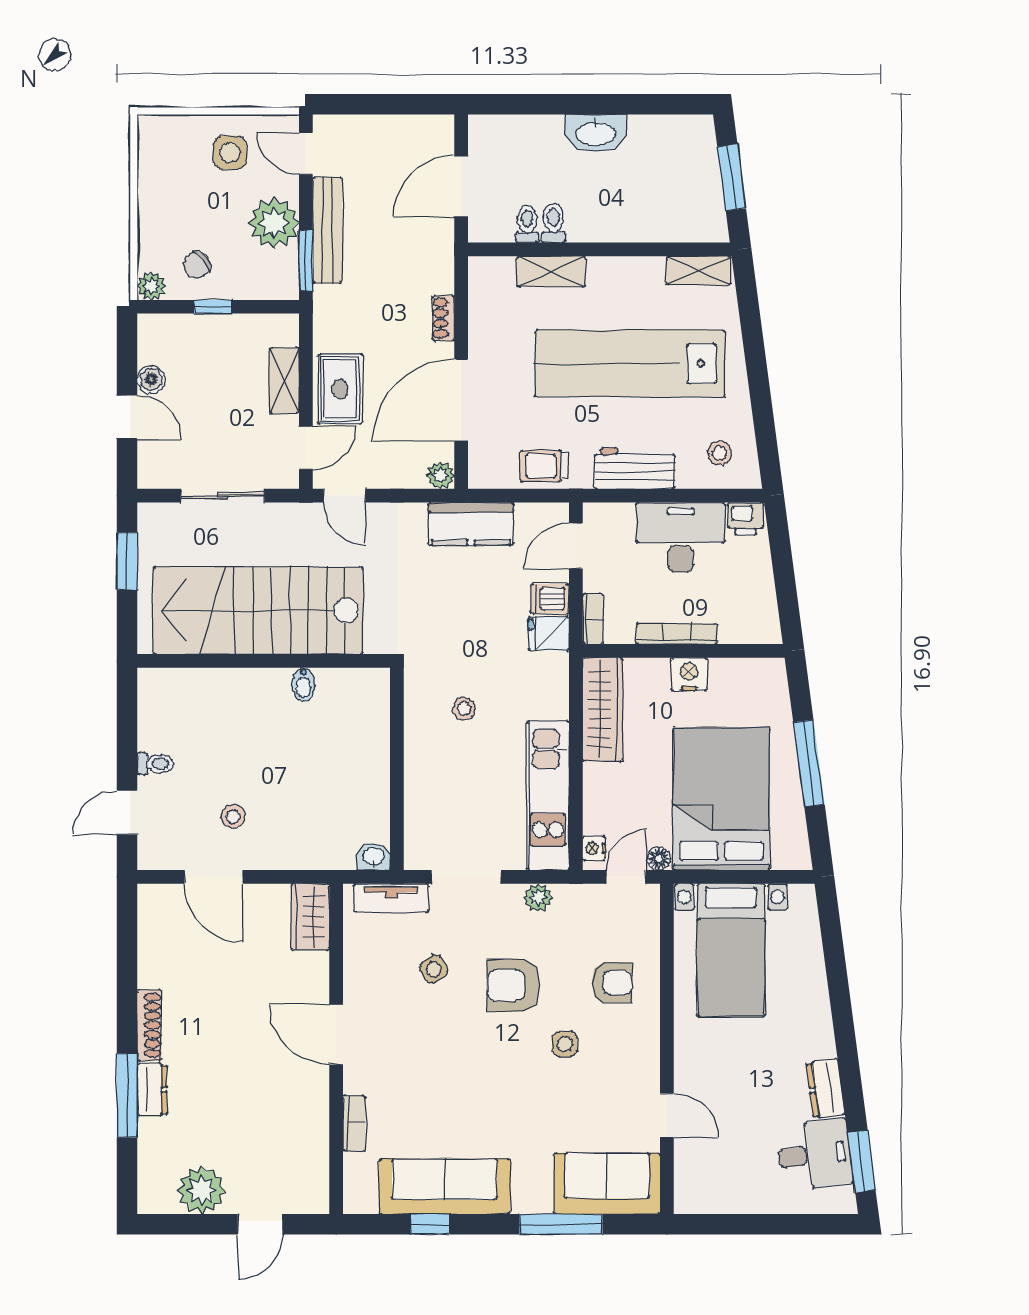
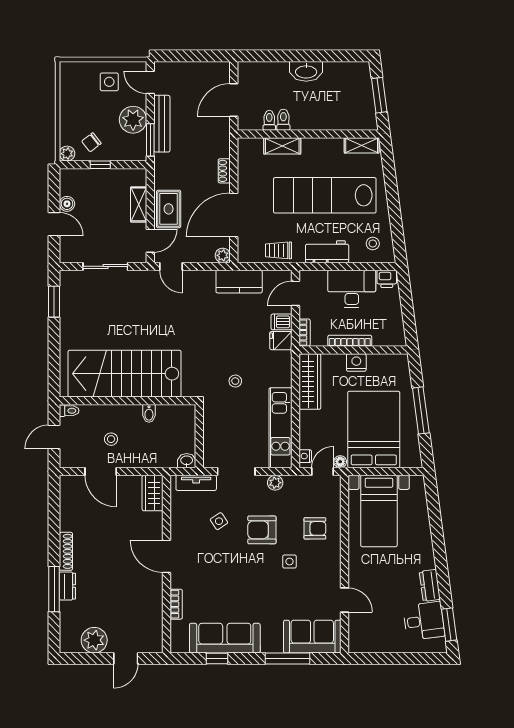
stairs: (258, 611) -> (125, 374), moved
wall: (264, 661) -> (128, 401), moved
bidet: (304, 685) -> (149, 413), moved

